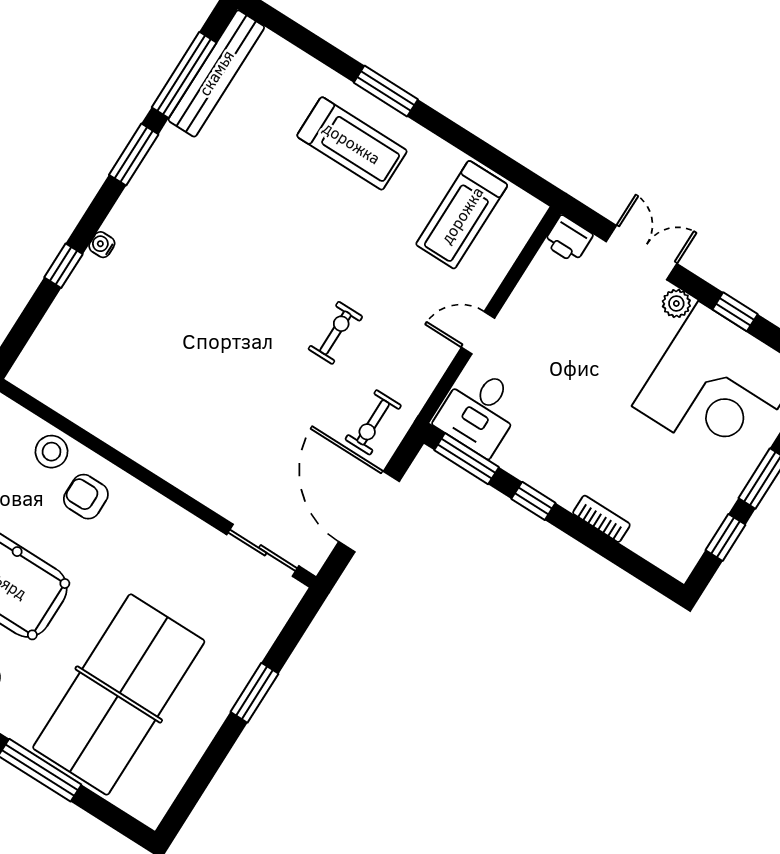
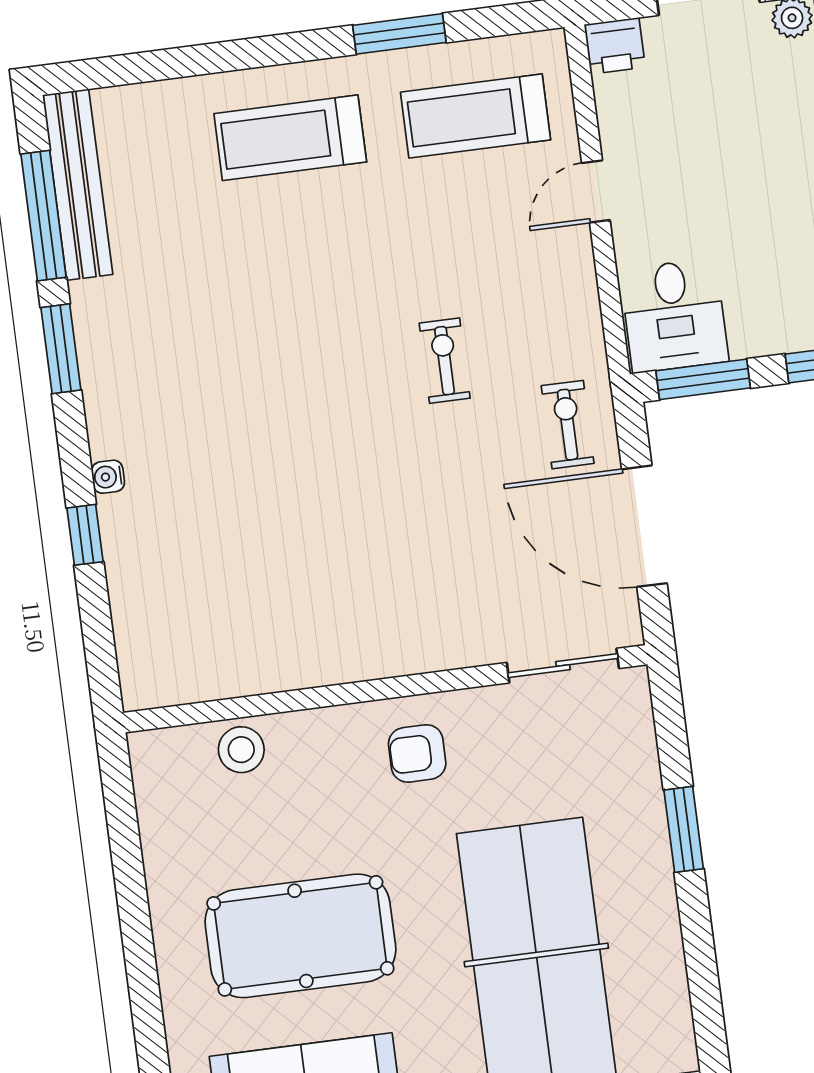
window: (386, 91) -> (399, 34), moved
treadmill: (352, 143) -> (290, 138), turned 180
treadmill: (462, 215) -> (476, 116), turned 90
door: (478, 333) -> (596, 192), moved
exercise bike: (373, 422) -> (568, 425), turned 180
armchair: (86, 497) -> (417, 753), moved

